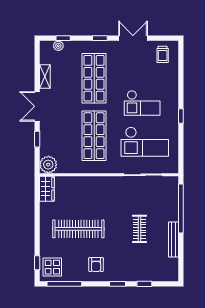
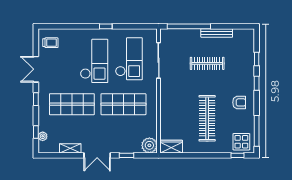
checkout: (142, 103) -> (94, 61), width x1.36, depth x1.21
clothes rail: (140, 229) -> (207, 63), width x1.36

